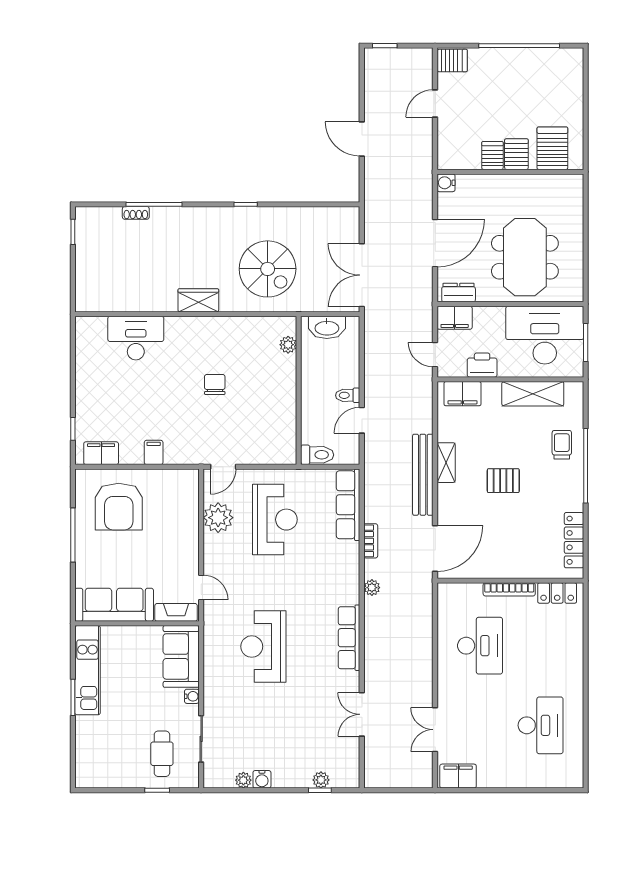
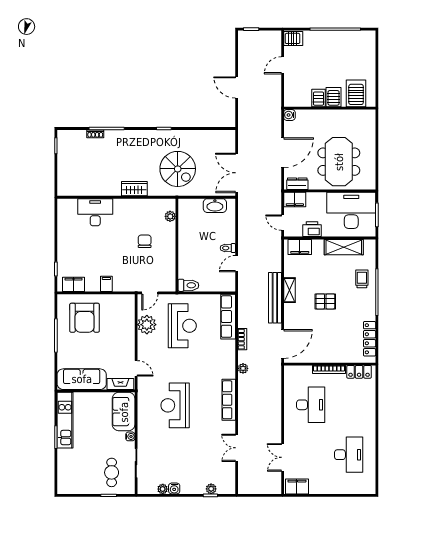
plant: (288, 345) -> (170, 216), moved
wall: (299, 390) -> (177, 245), moved
toilet: (317, 455) -> (188, 285), moved

